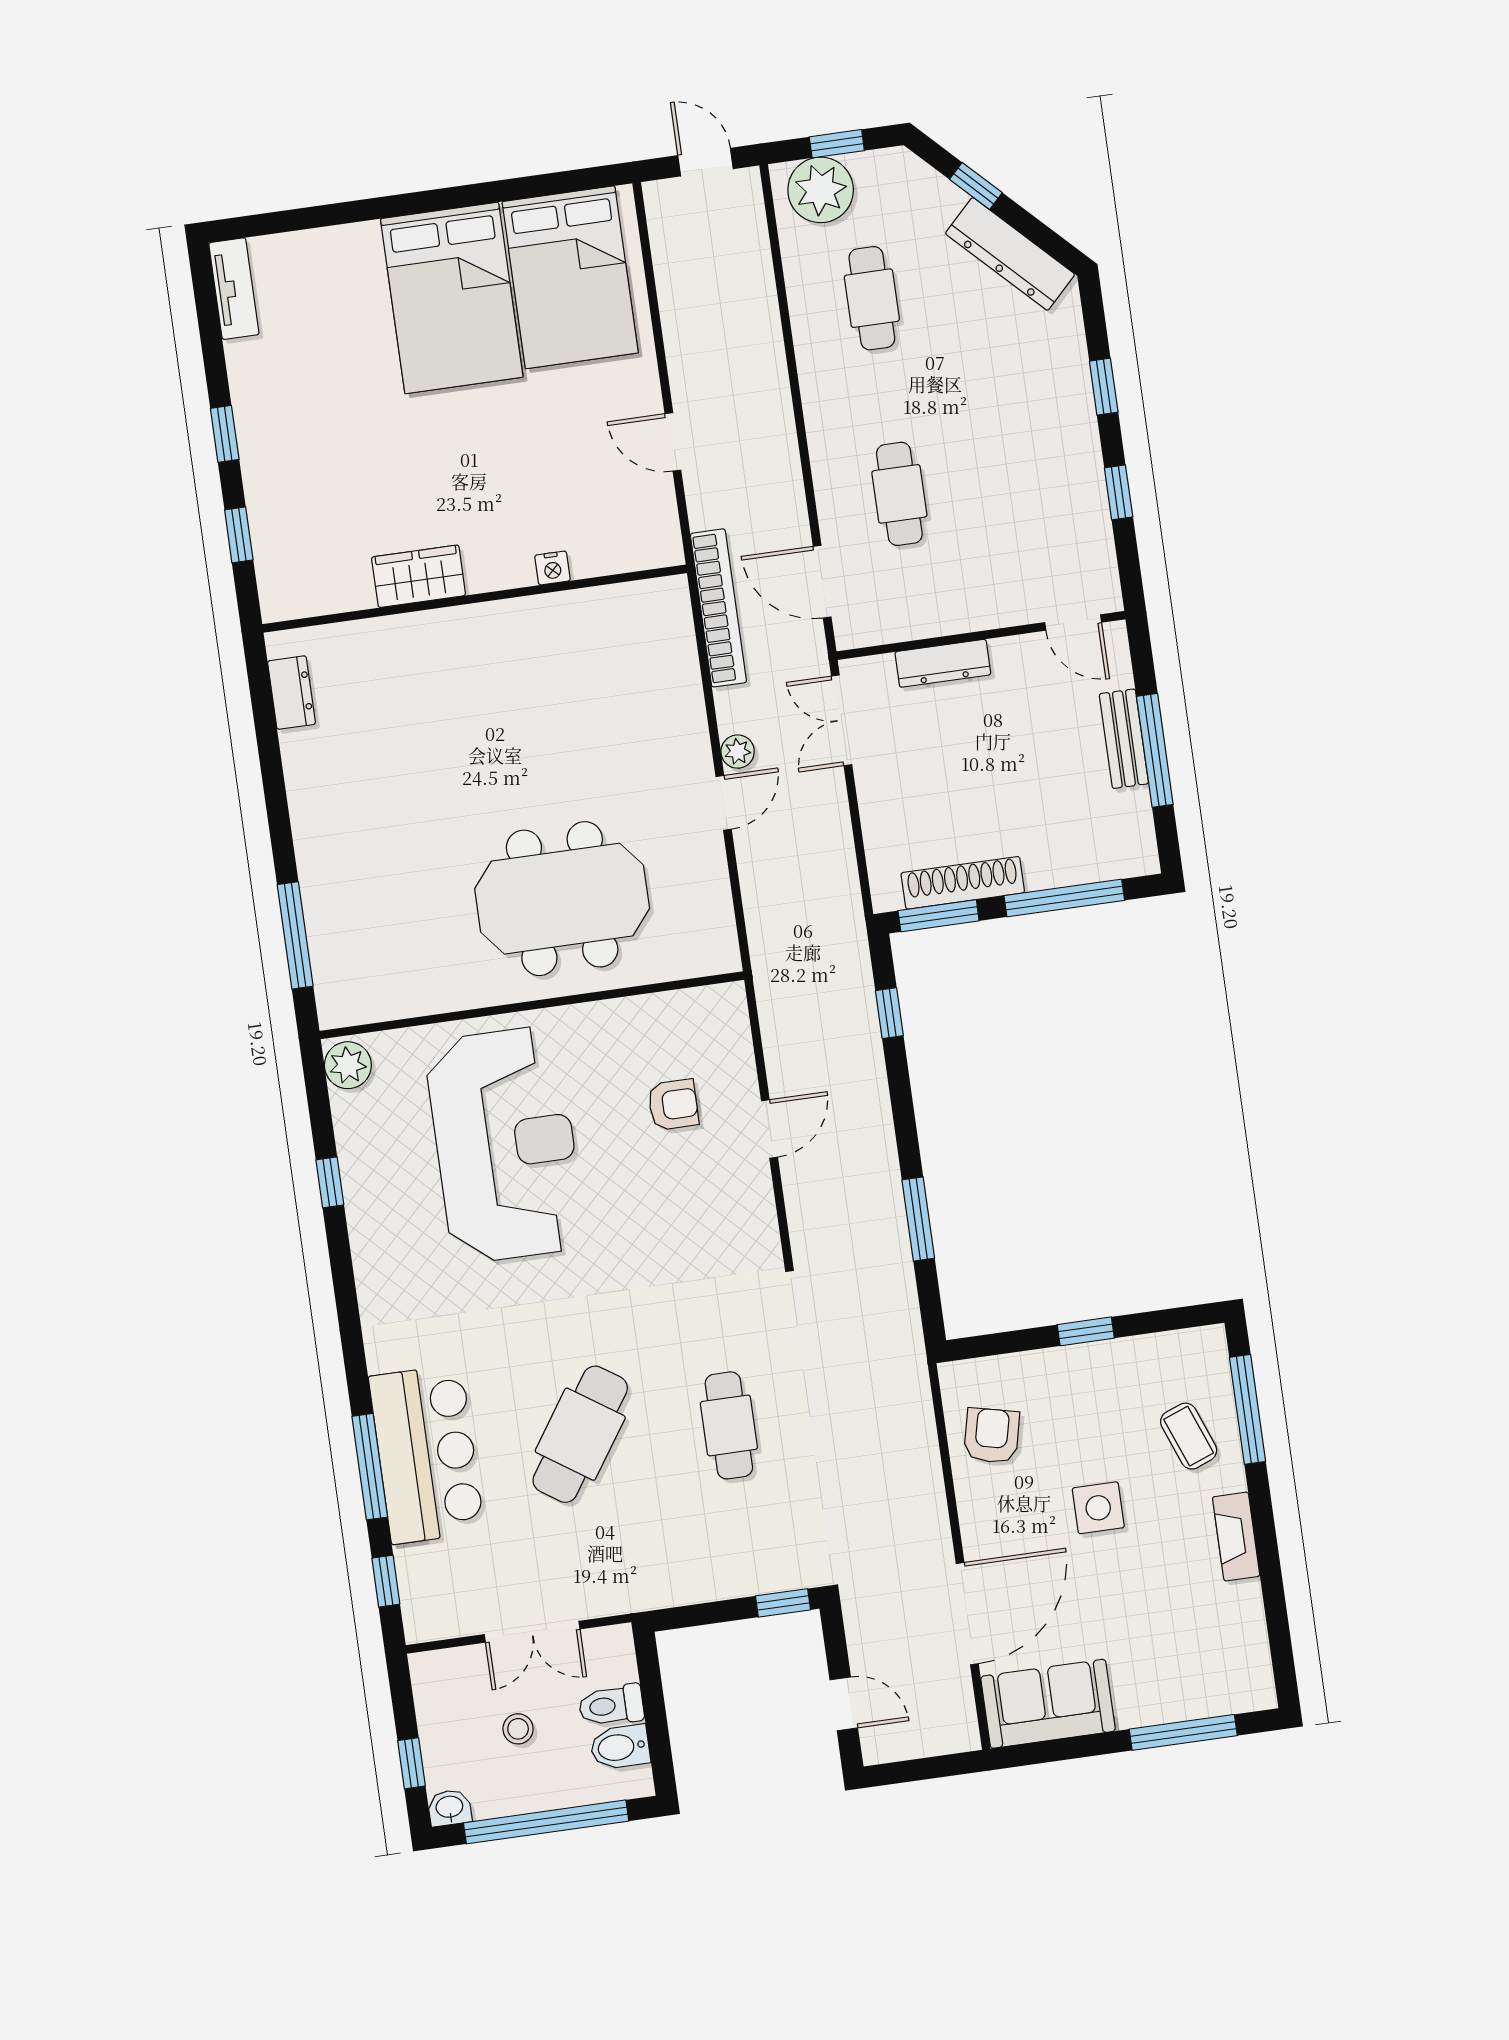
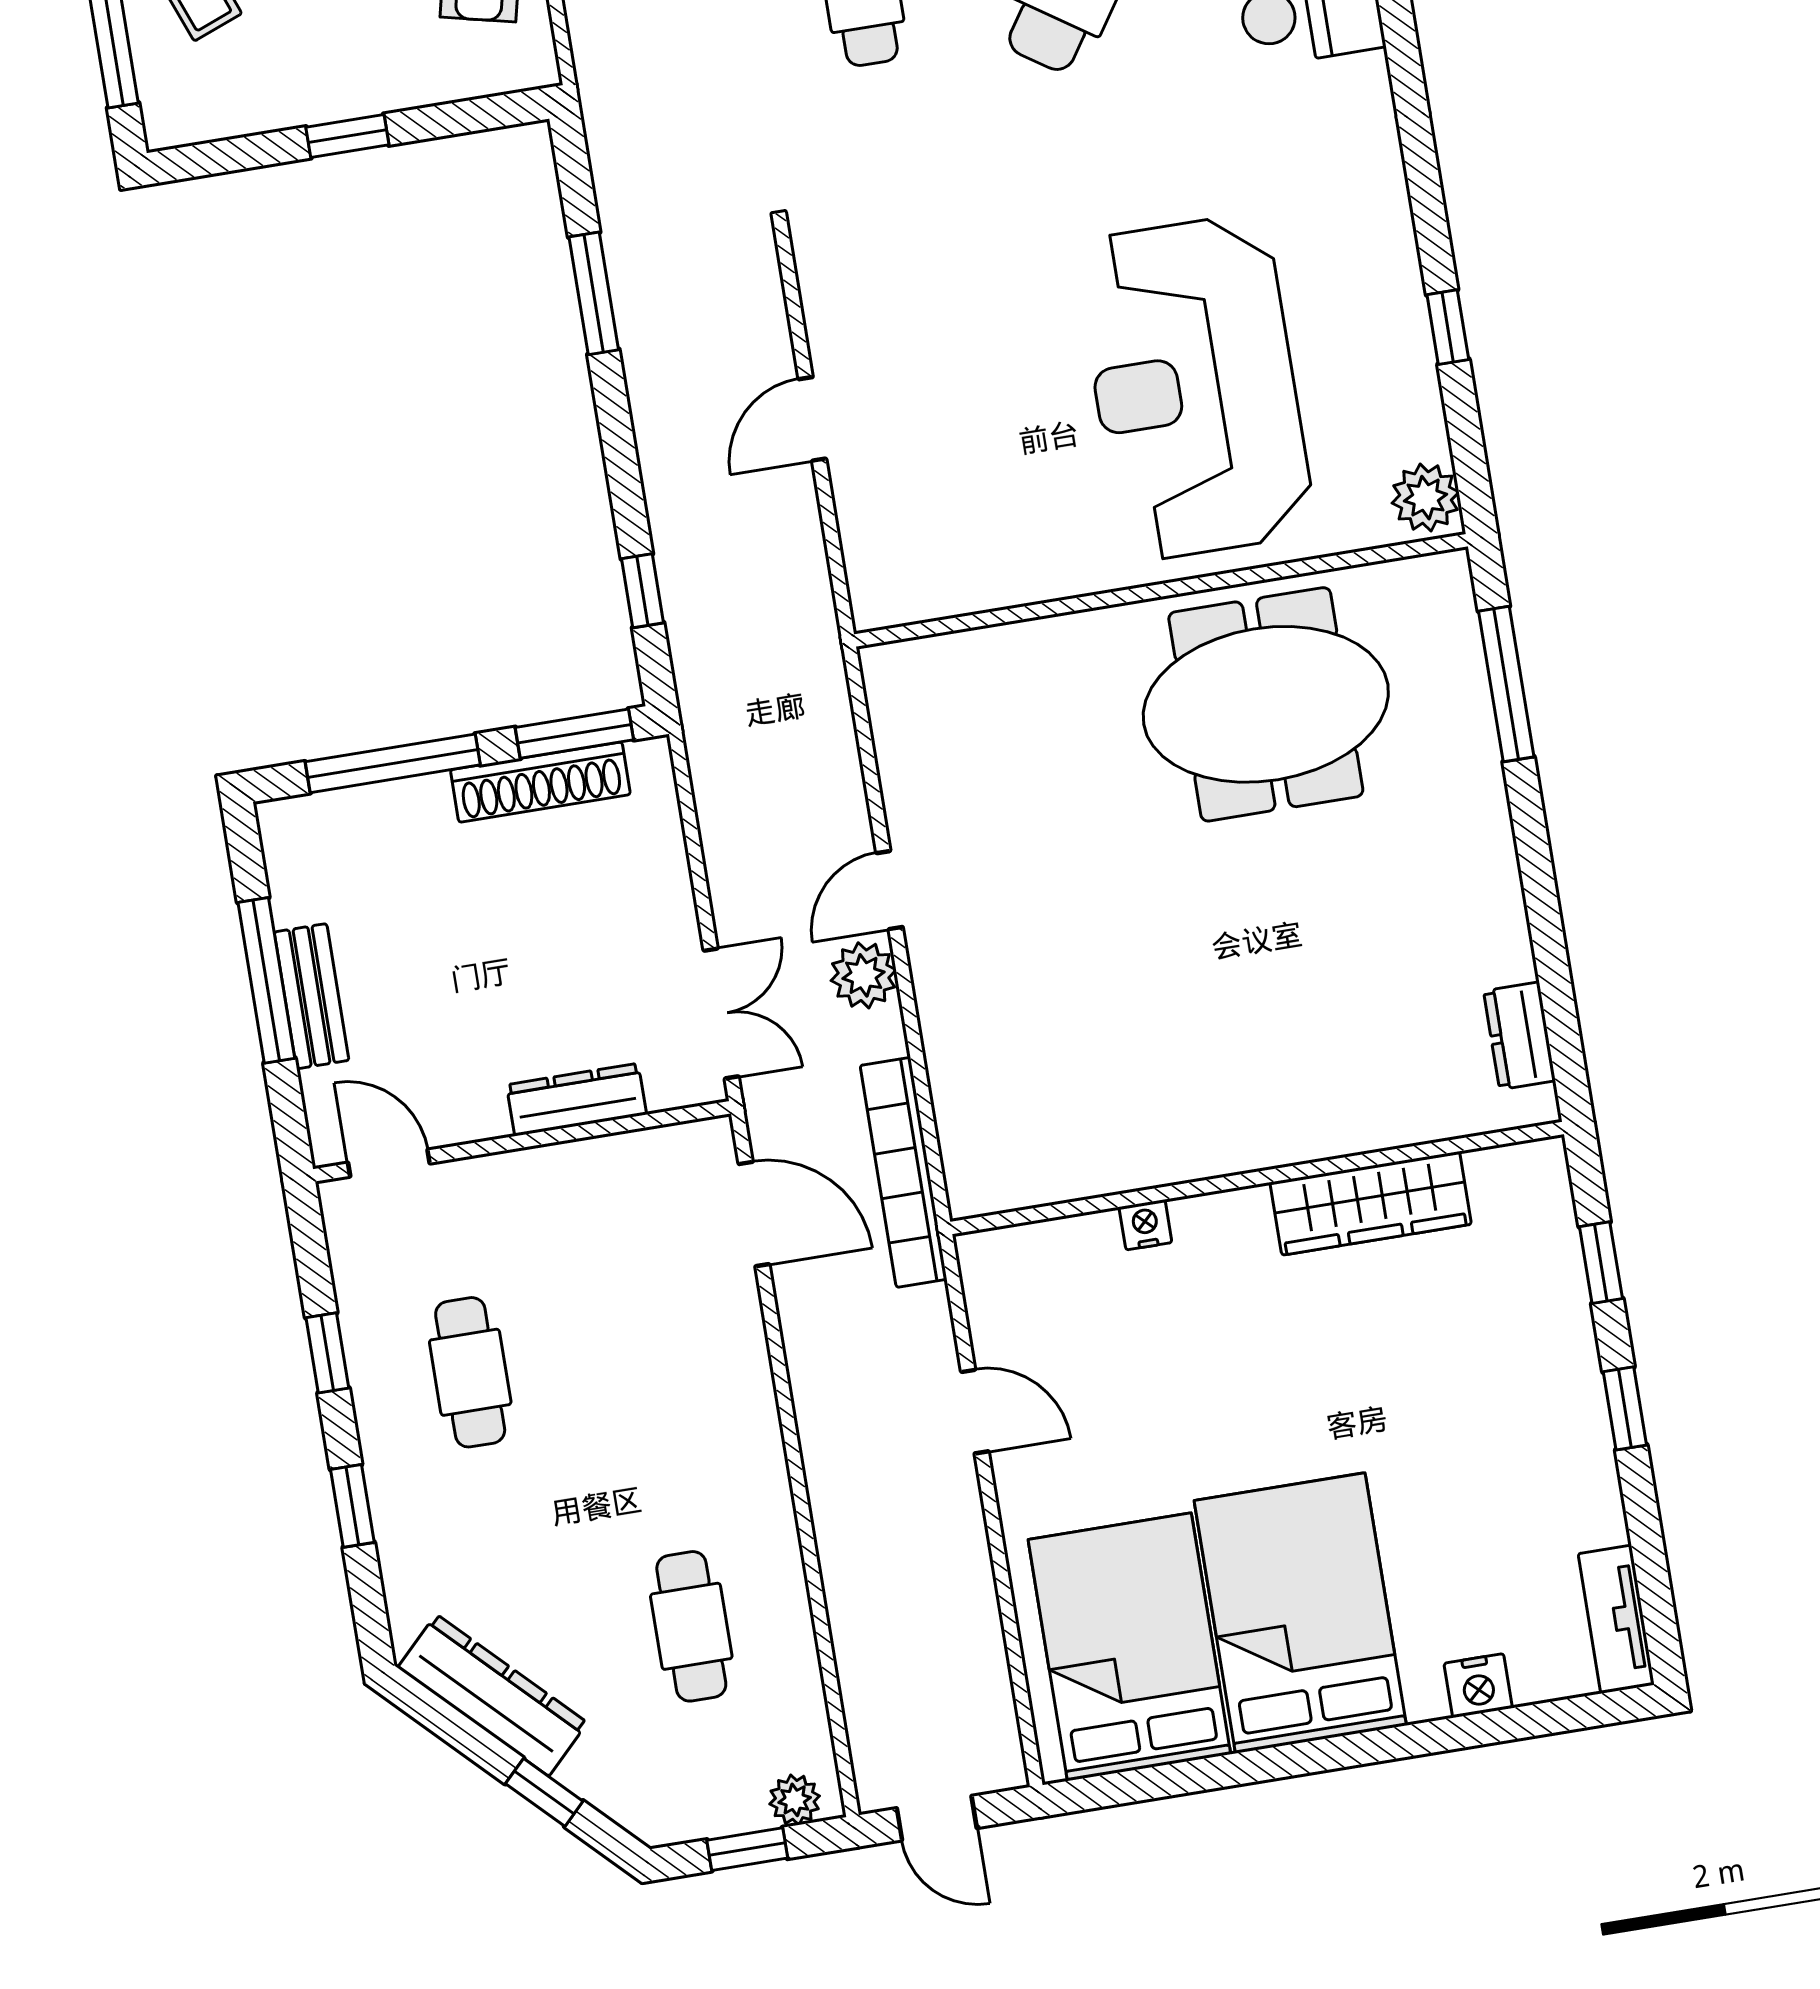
plant: (821, 190) -> (795, 1800), width x0.53, depth x0.53
nightstand: (330, 245) -> (1478, 1686), added
cafe table: (899, 494) -> (470, 1372), moved
wardrobe: (419, 576) -> (1371, 1203), width x1.50
plant: (738, 752) -> (864, 975), width x1.38, depth x1.38
meeting table: (562, 899) -> (1266, 704), moved
armchair: (673, 1105) -> (953, 451), removed

